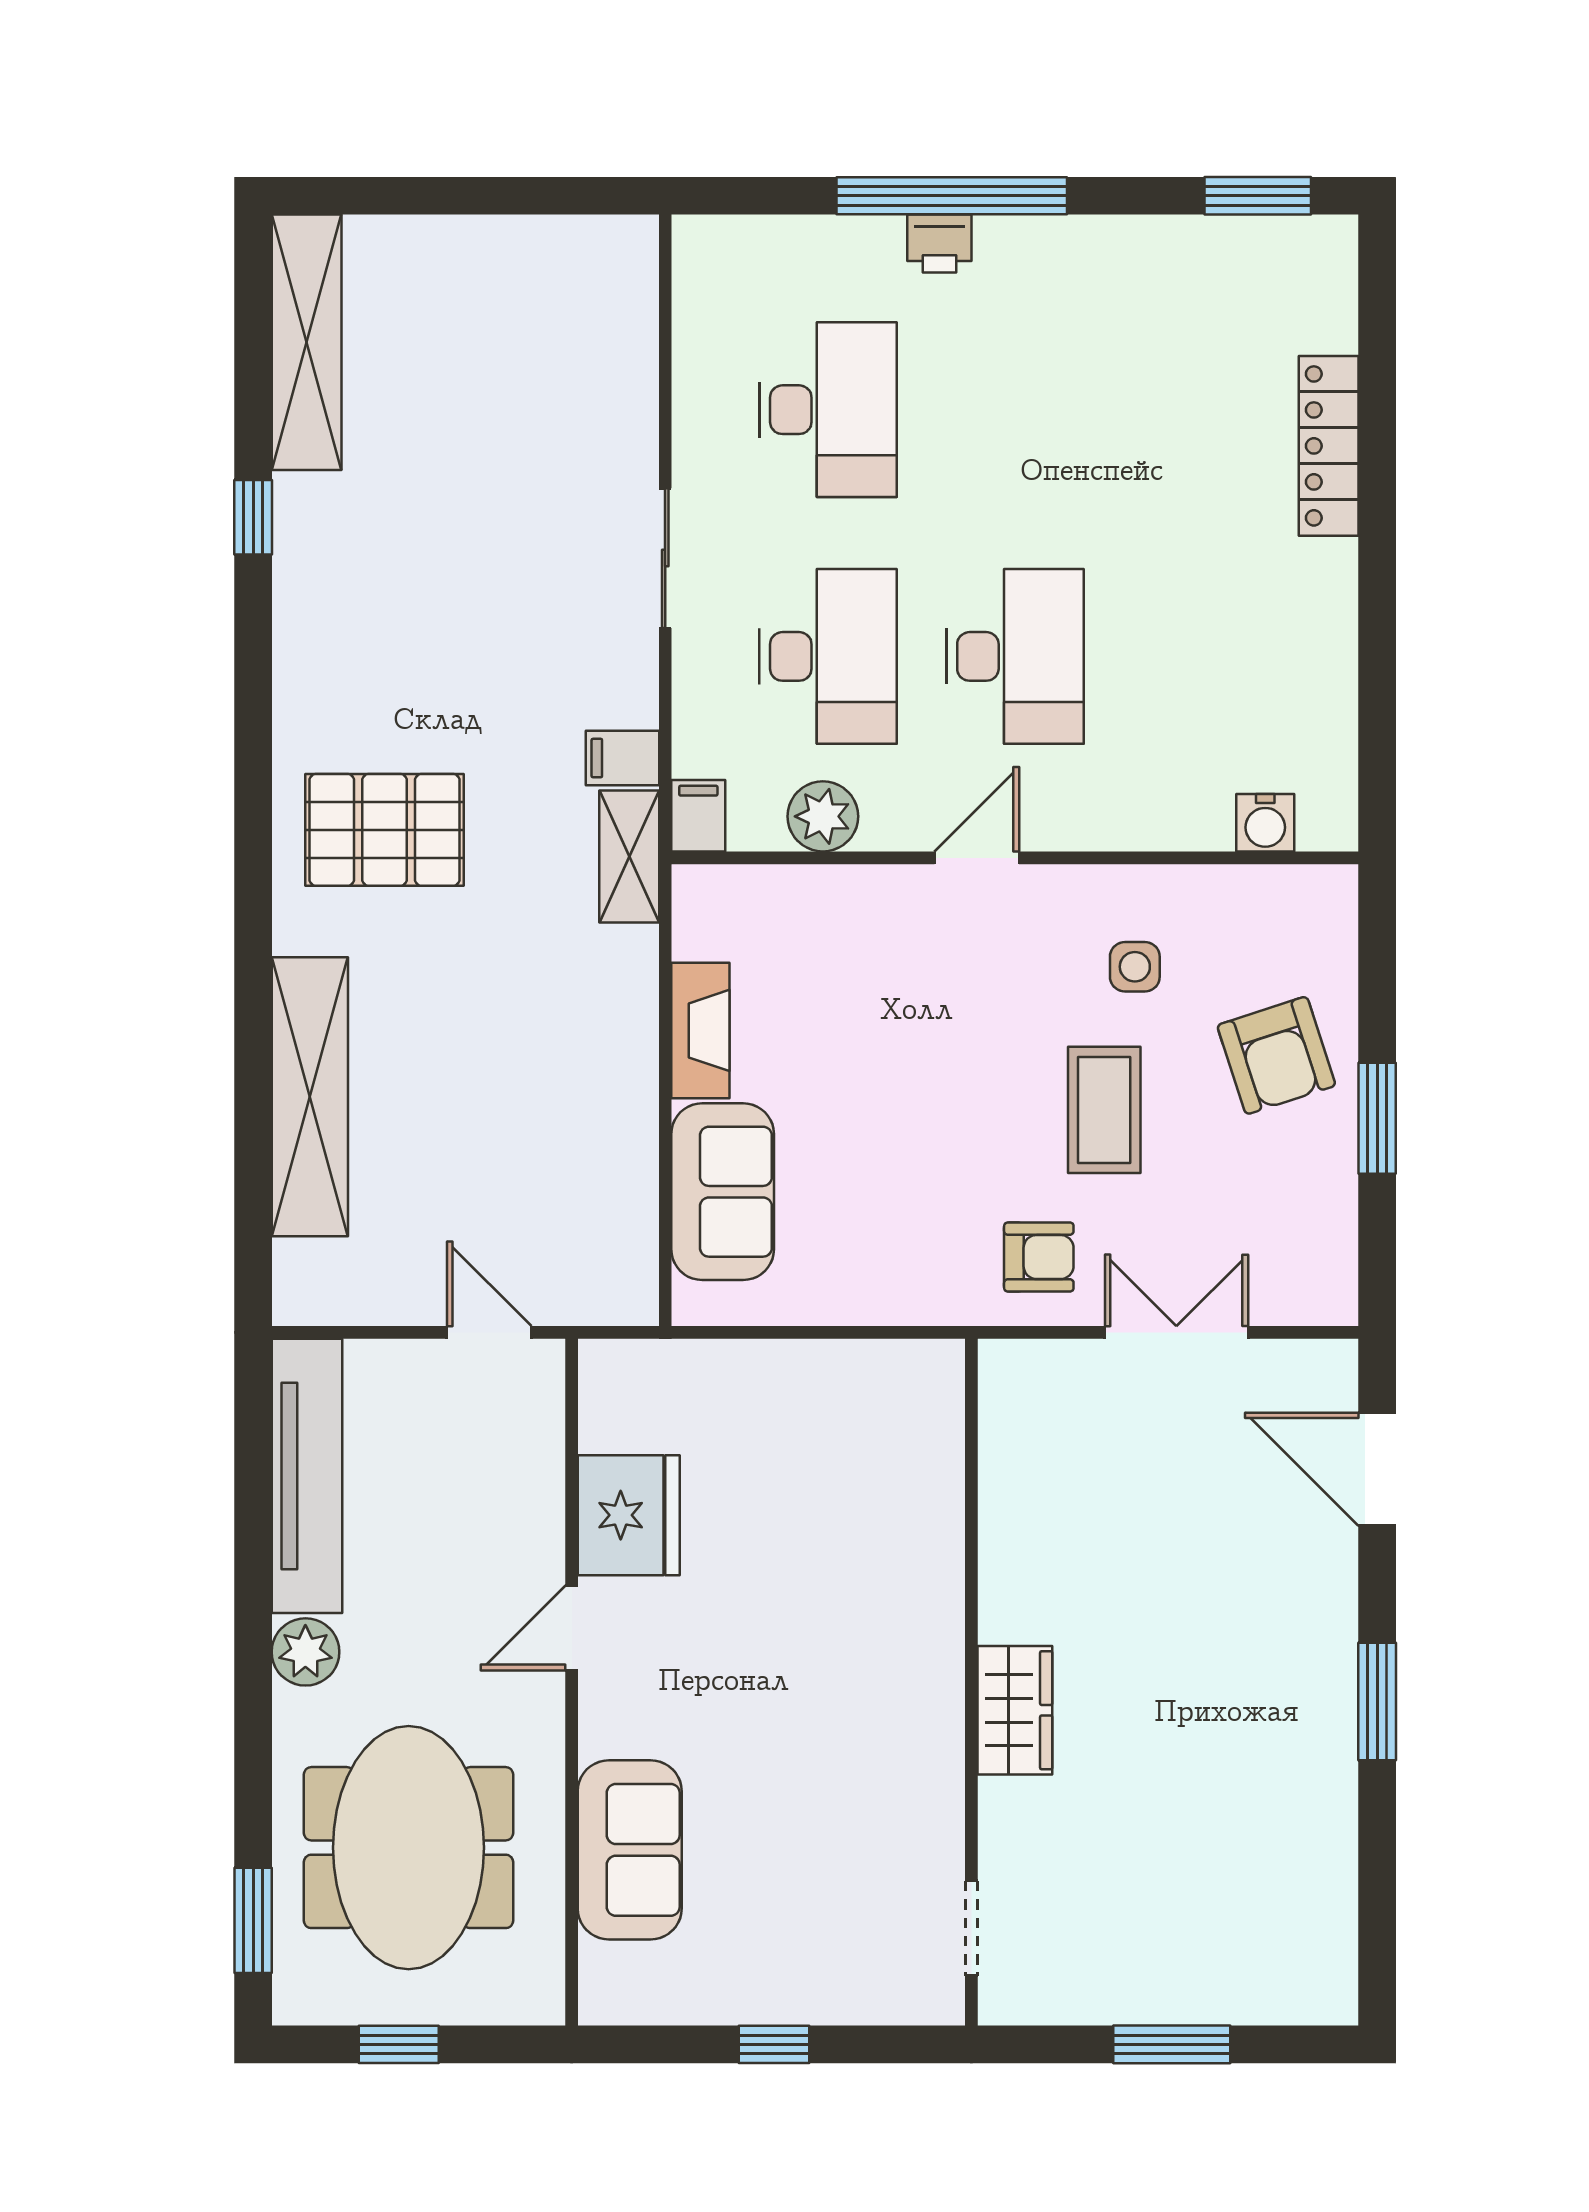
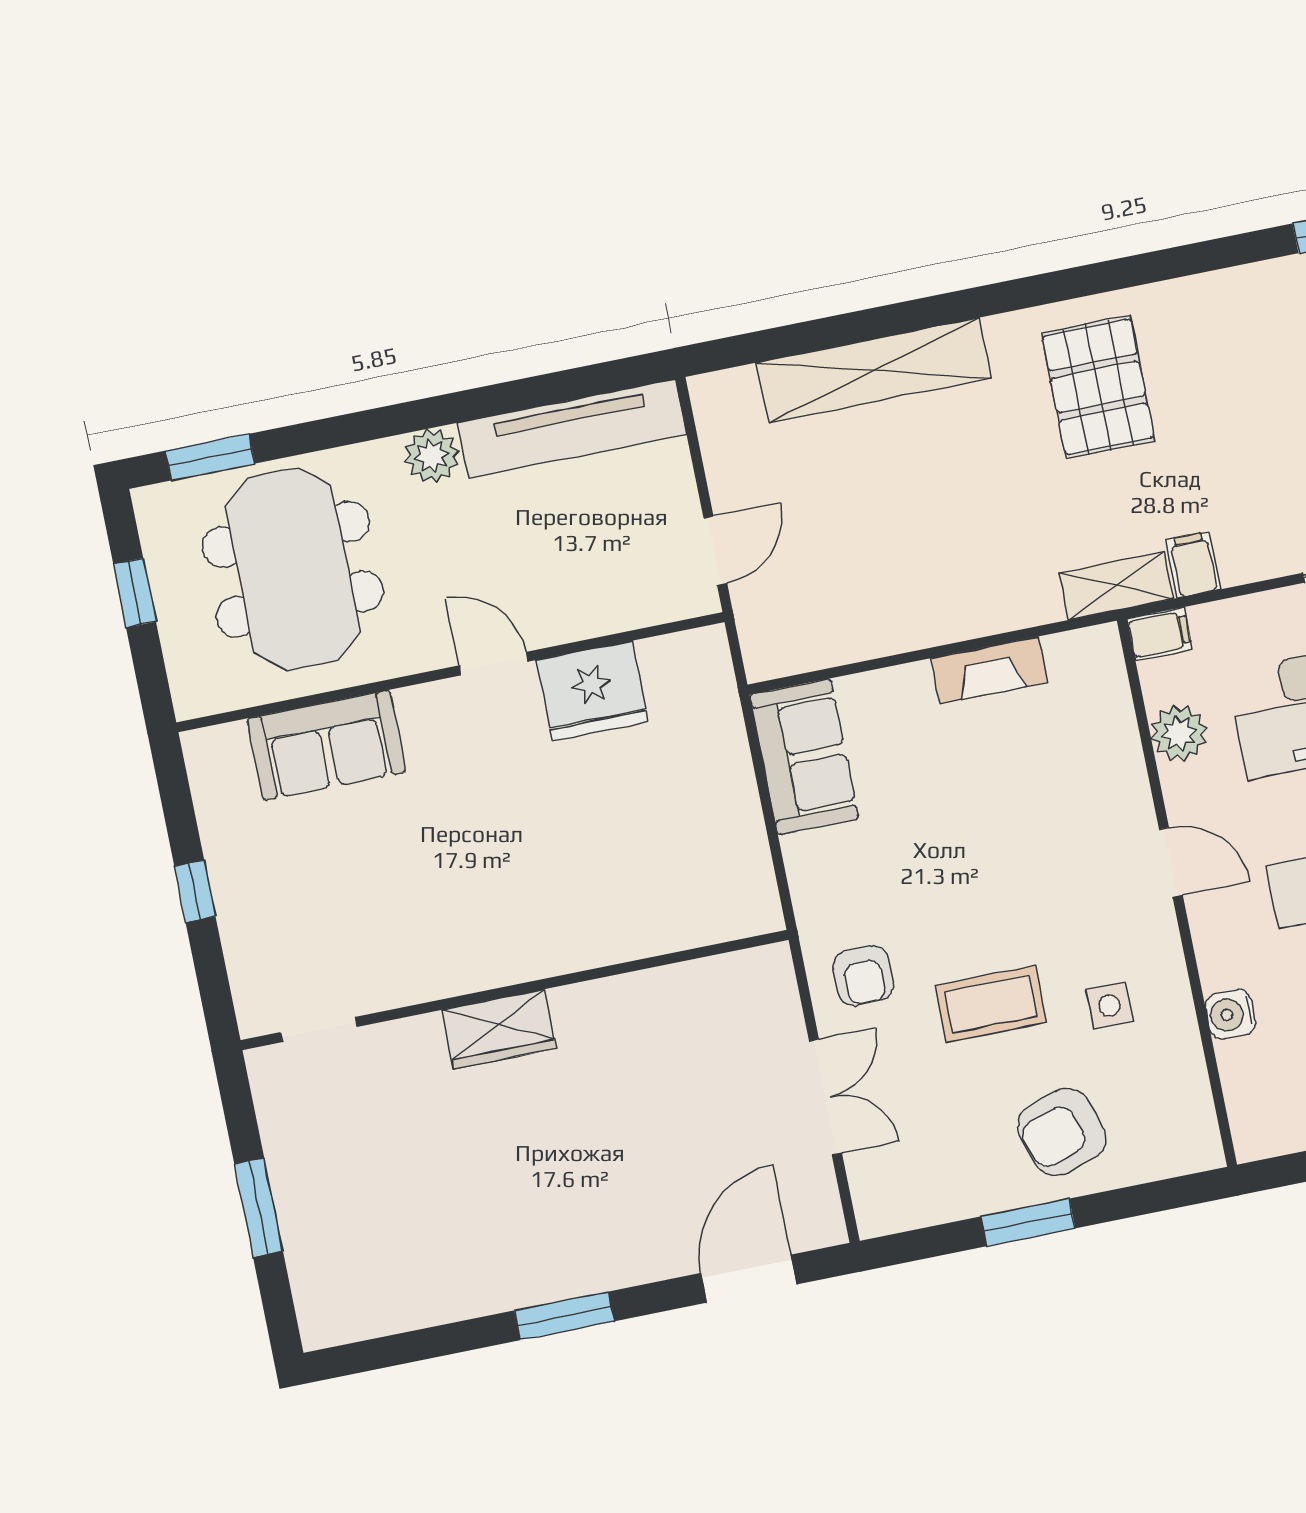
water cooler: (1265, 823) -> (1230, 1014), moved
sofa: (723, 1192) -> (804, 757), moved, turned -90
meeting table: (409, 1848) -> (293, 569), turned 90

